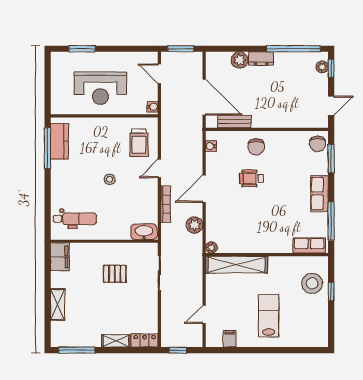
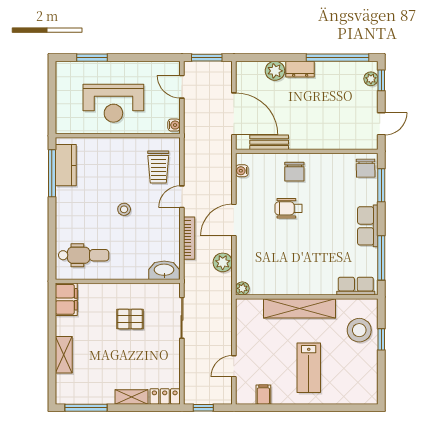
shelving: (237, 265) -> (300, 308), moved
lab bench: (269, 316) -> (309, 368), turned 180

